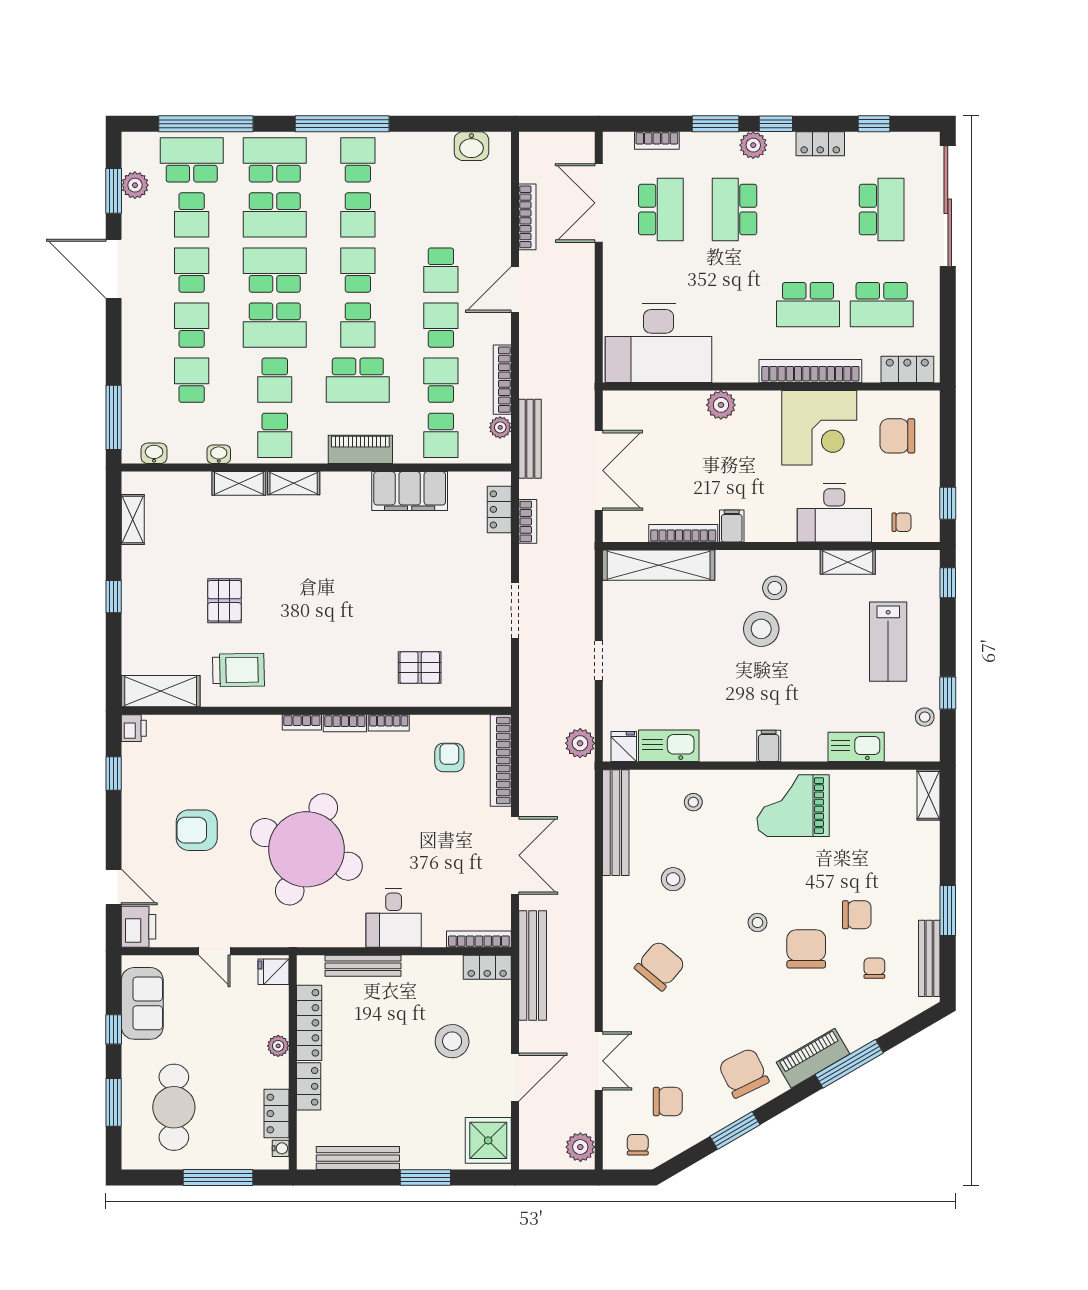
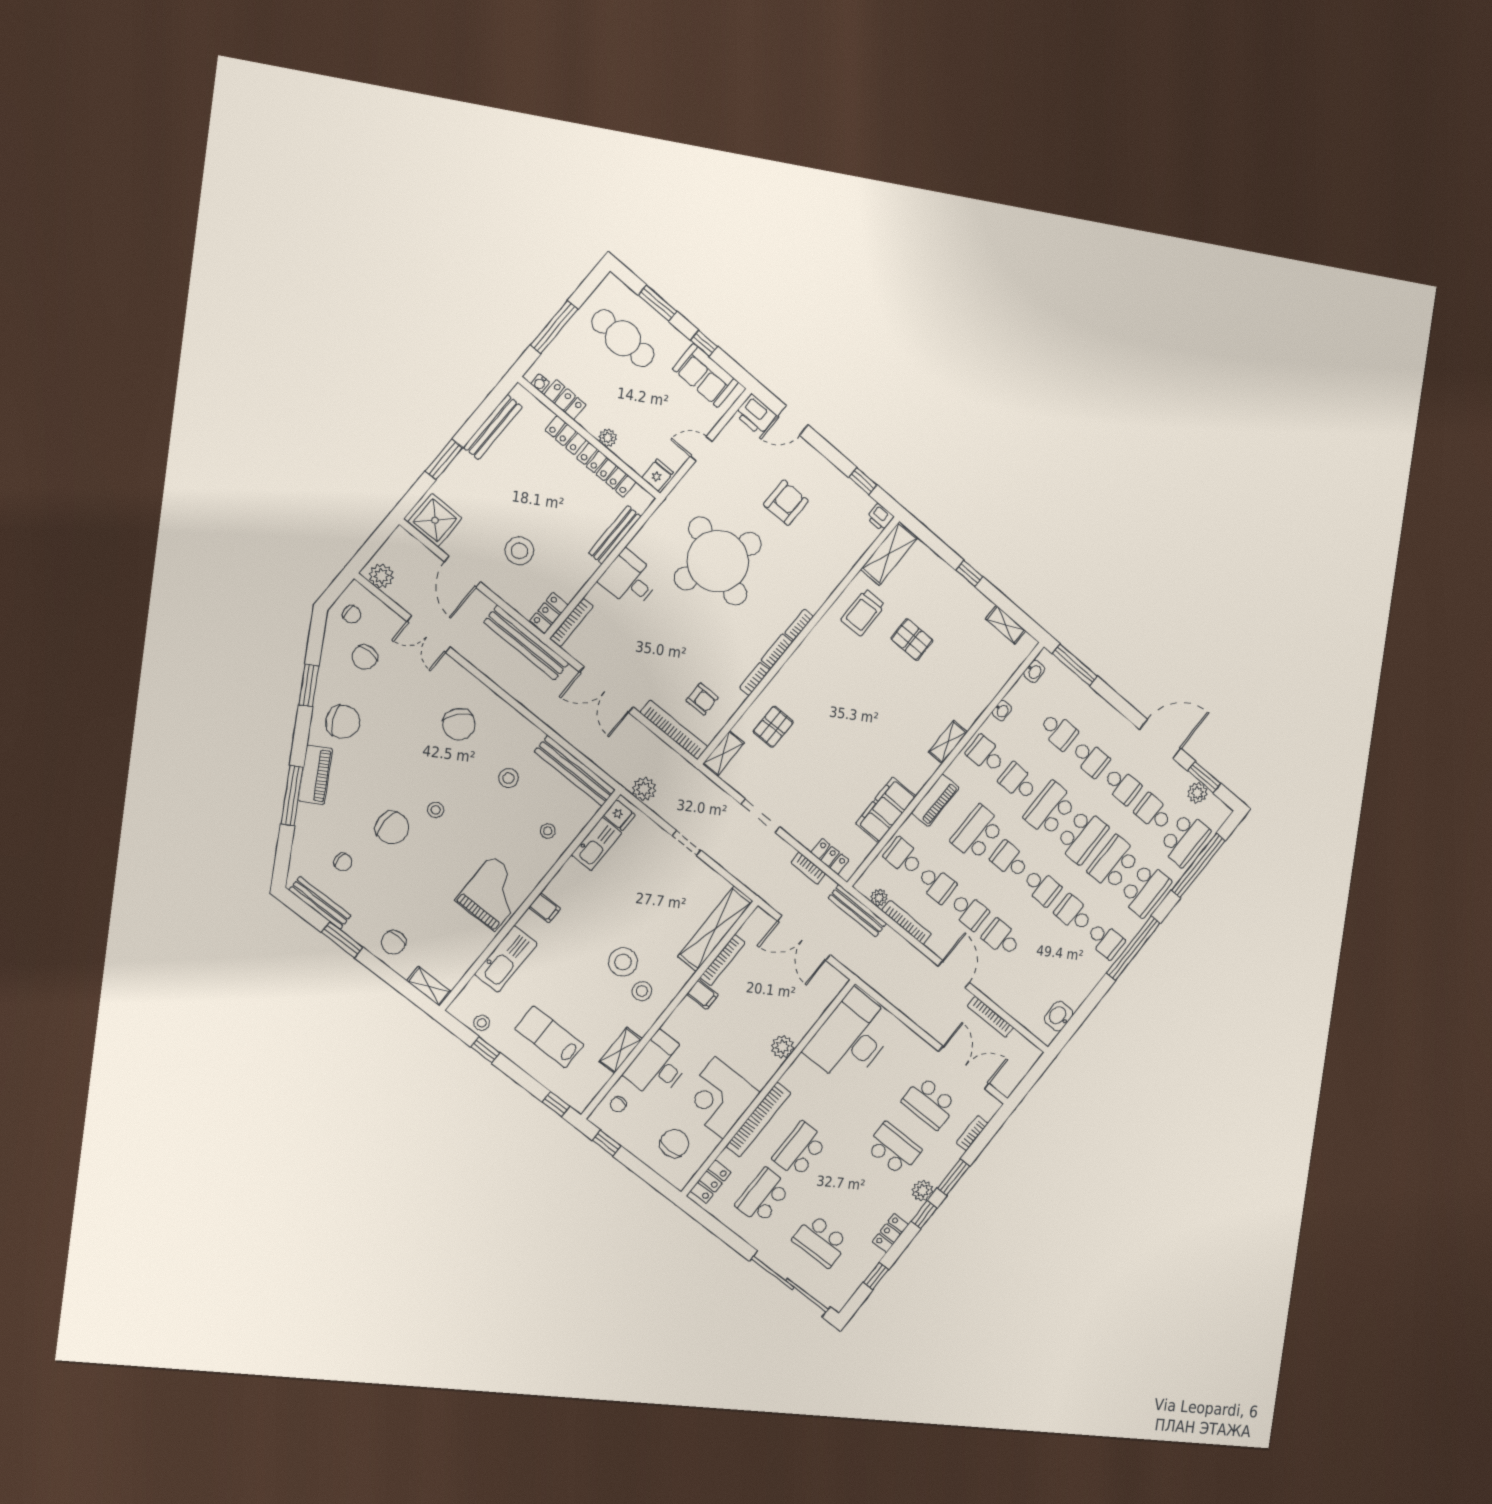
shelving: (239, 483) -> (723, 753), moved
kitchen sink: (856, 747) -> (506, 959), width x1.36, depth x1.24
chair: (857, 915) -> (393, 942), moved

